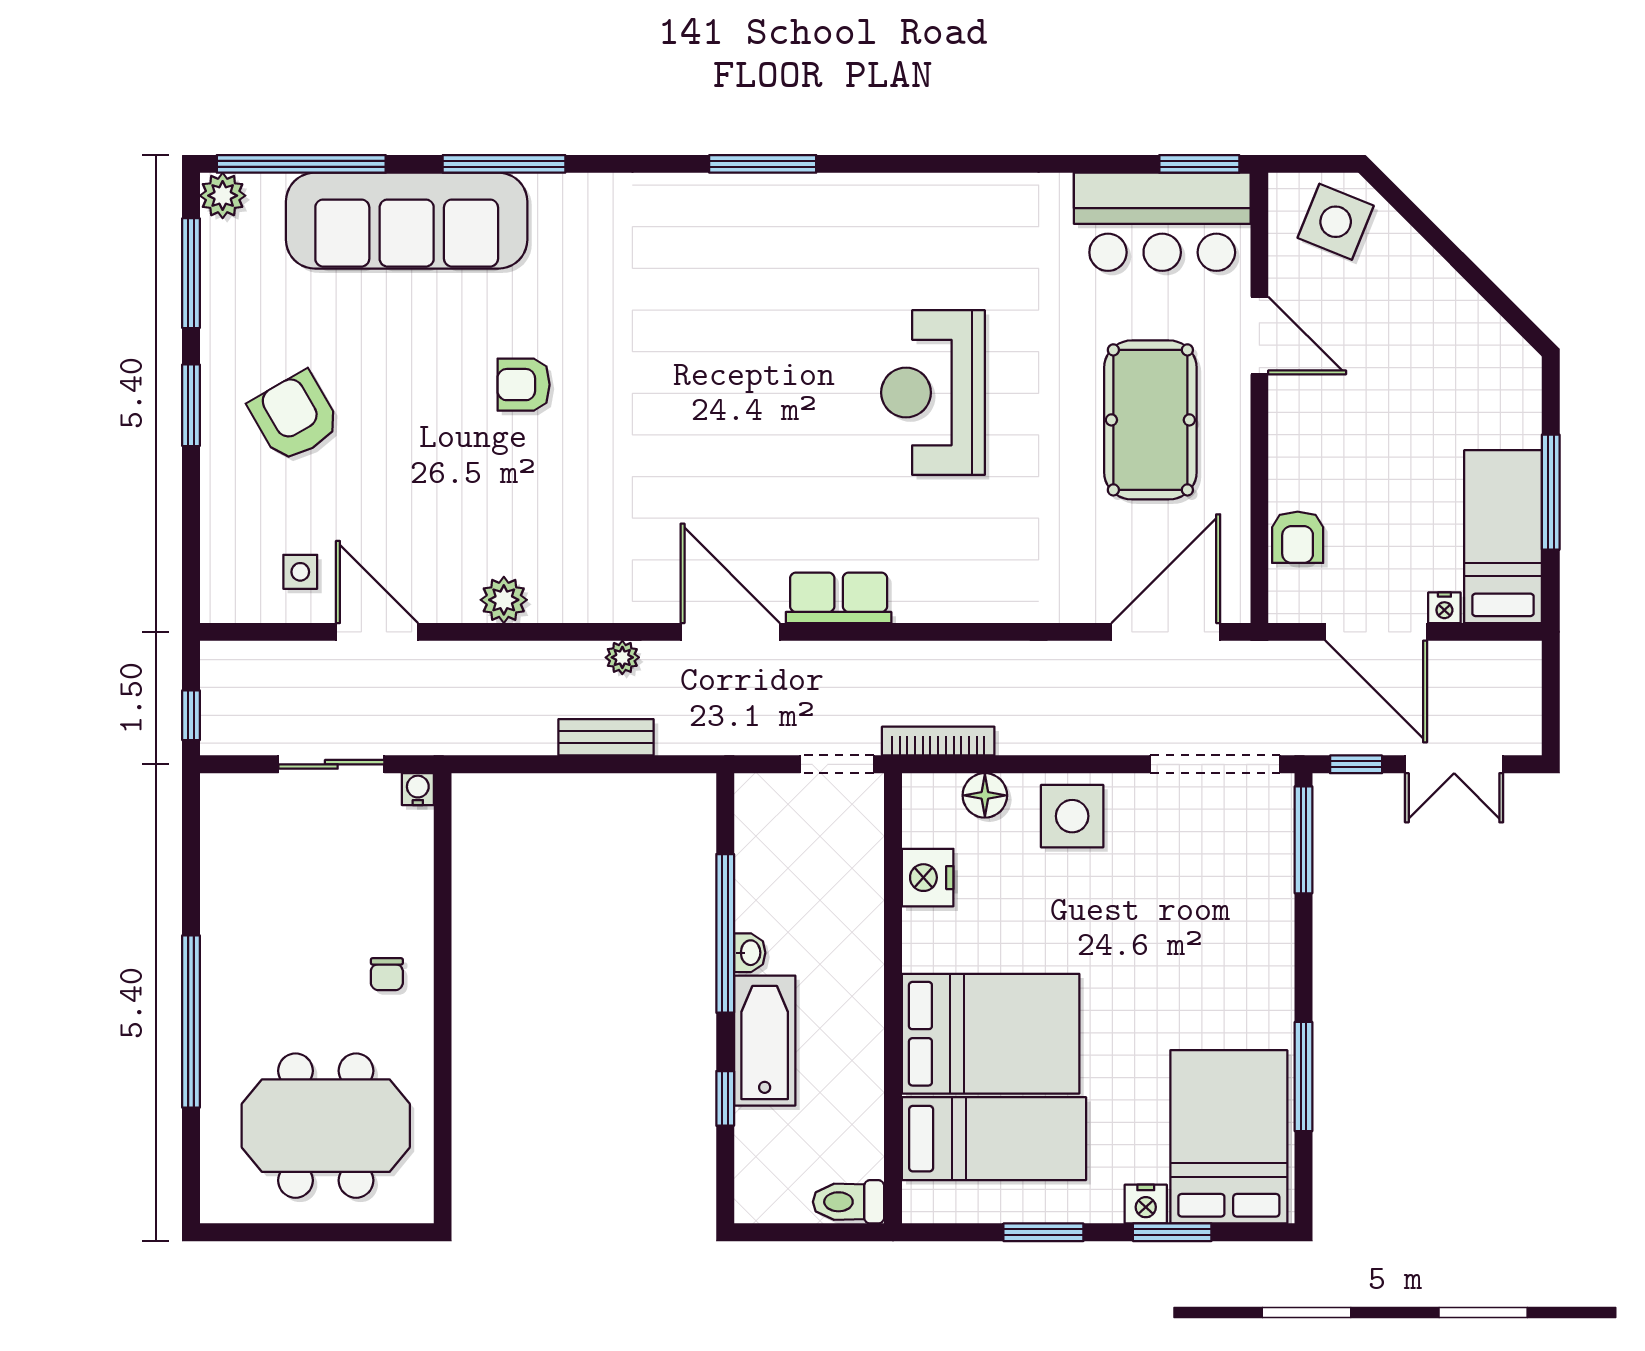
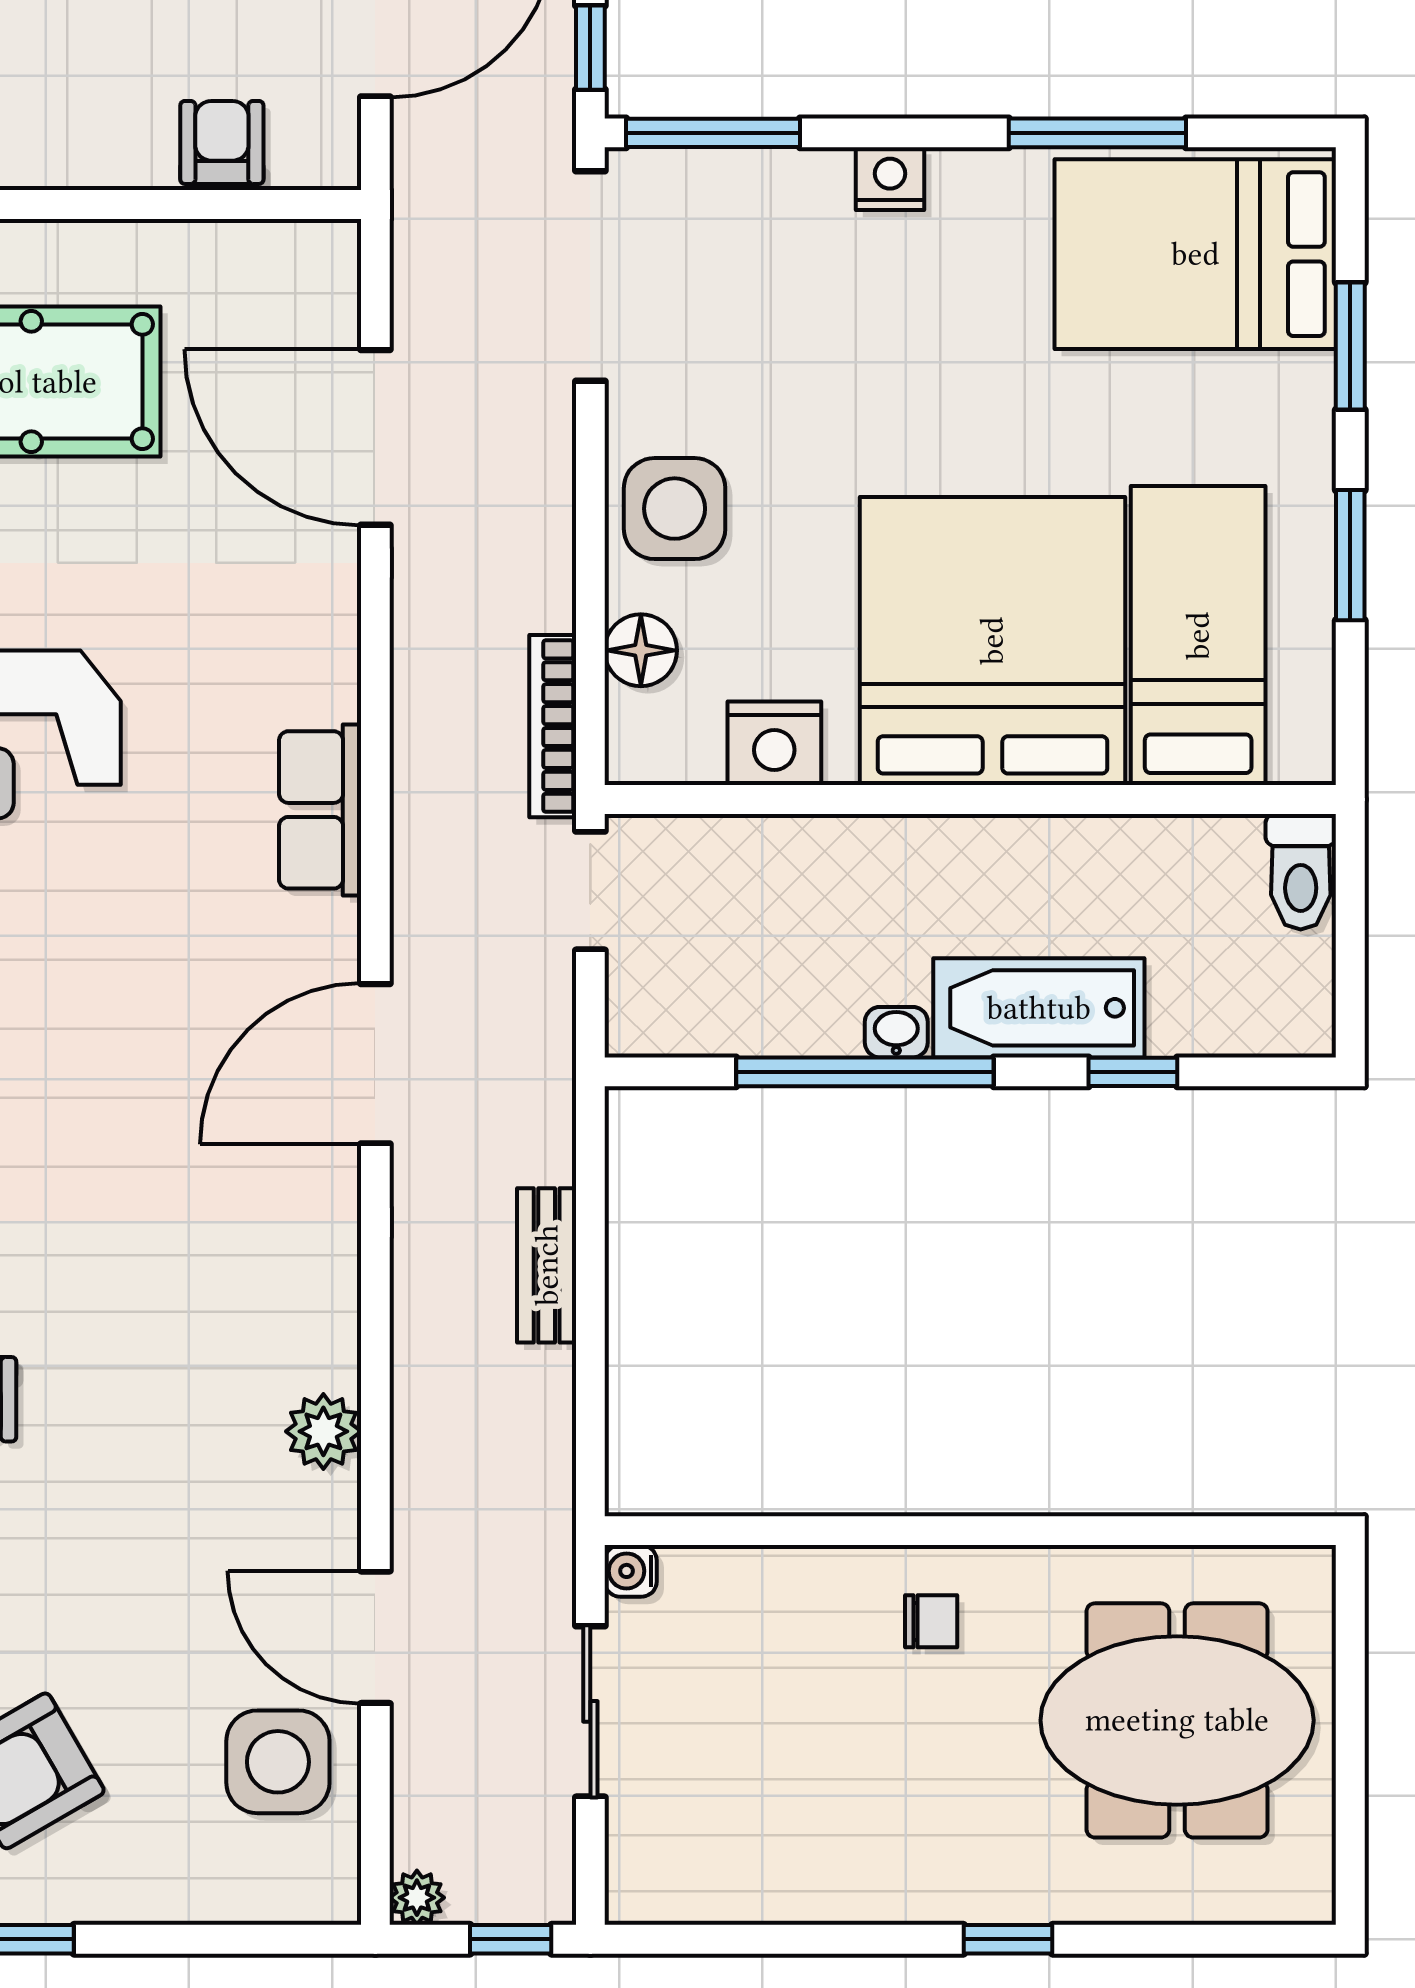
armchair: (1298, 537) -> (222, 142), turned -90
side table: (300, 572) -> (278, 1762), width x1.87, depth x1.87
row of seats: (839, 598) -> (320, 810), moved
door: (377, 632) -> (375, 1637), hinge flipped
door: (1166, 632) -> (375, 437), moved
plant: (622, 657) -> (417, 1898), moved
window: (191, 1021) -> (1008, 1939), width x0.32
bed: (991, 1034) -> (992, 641), width x1.36
meeting table: (326, 1126) -> (1177, 1720), turned 90
nightstand: (1146, 1204) -> (890, 179), moved, turned -90

